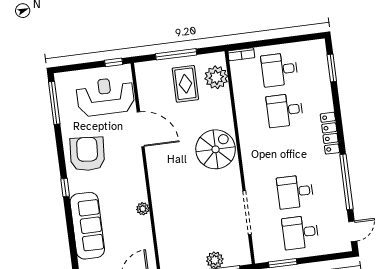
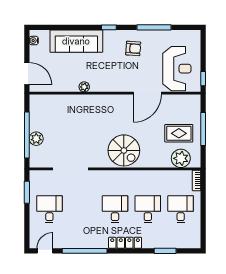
window: (332, 68) -> (165, 251), moved
window: (54, 103) -> (154, 27), moved
armchair: (87, 154) -> (133, 48), width x0.53, depth x0.53
desk: (295, 192) -> (115, 209), moved
door: (353, 231) -> (45, 251), swing flipped

